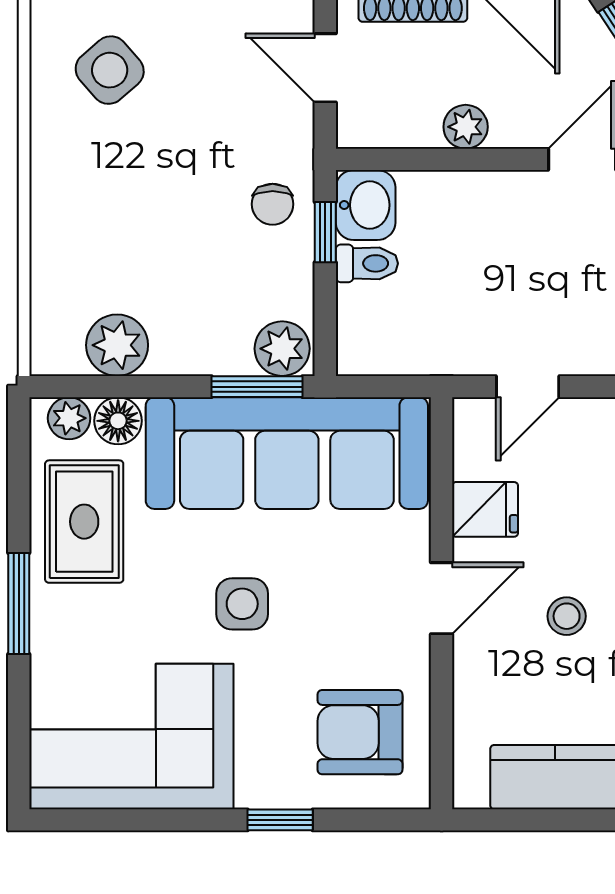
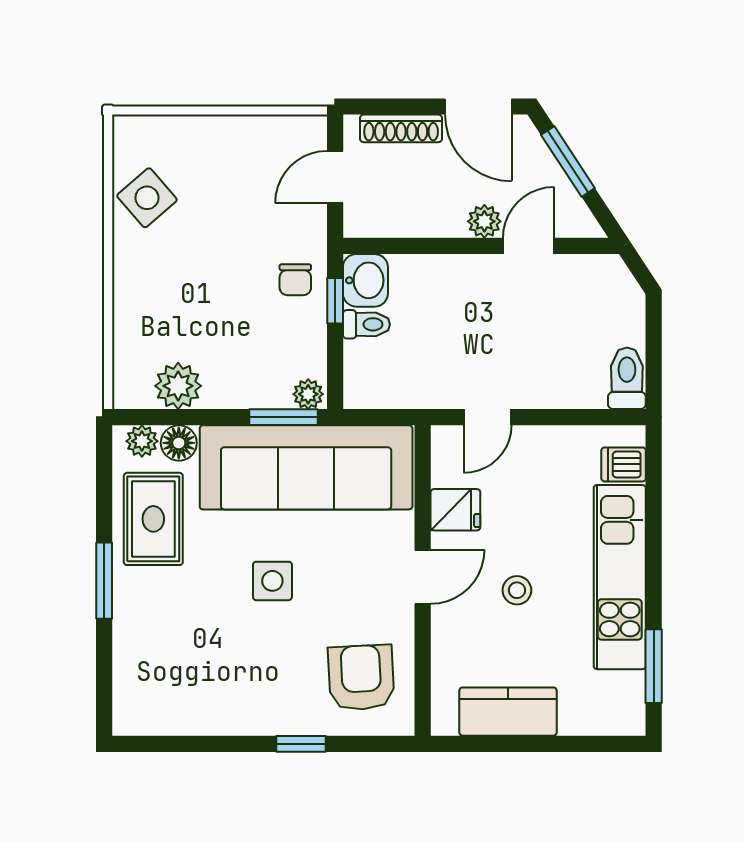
door: (325, 68) -> (335, 177), hinge flipped
side table: (110, 70) -> (147, 198), moved
plant: (466, 127) -> (484, 221), moved
plant: (282, 349) -> (308, 394), width x0.73, depth x0.73
armchair: (360, 732) -> (361, 678), turned 87
corner sofa: (131, 737) -> (189, 681), removed

